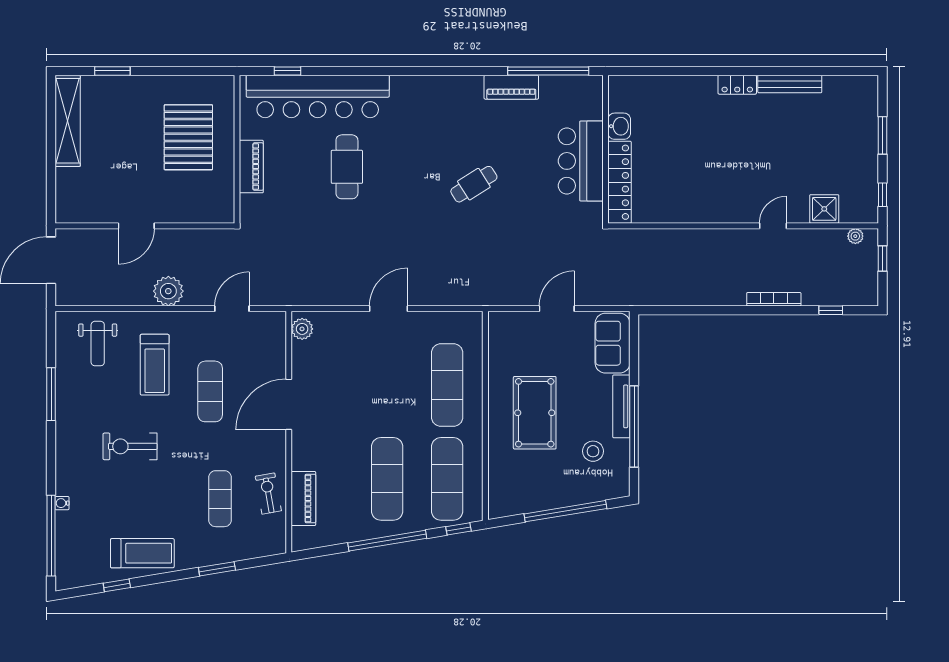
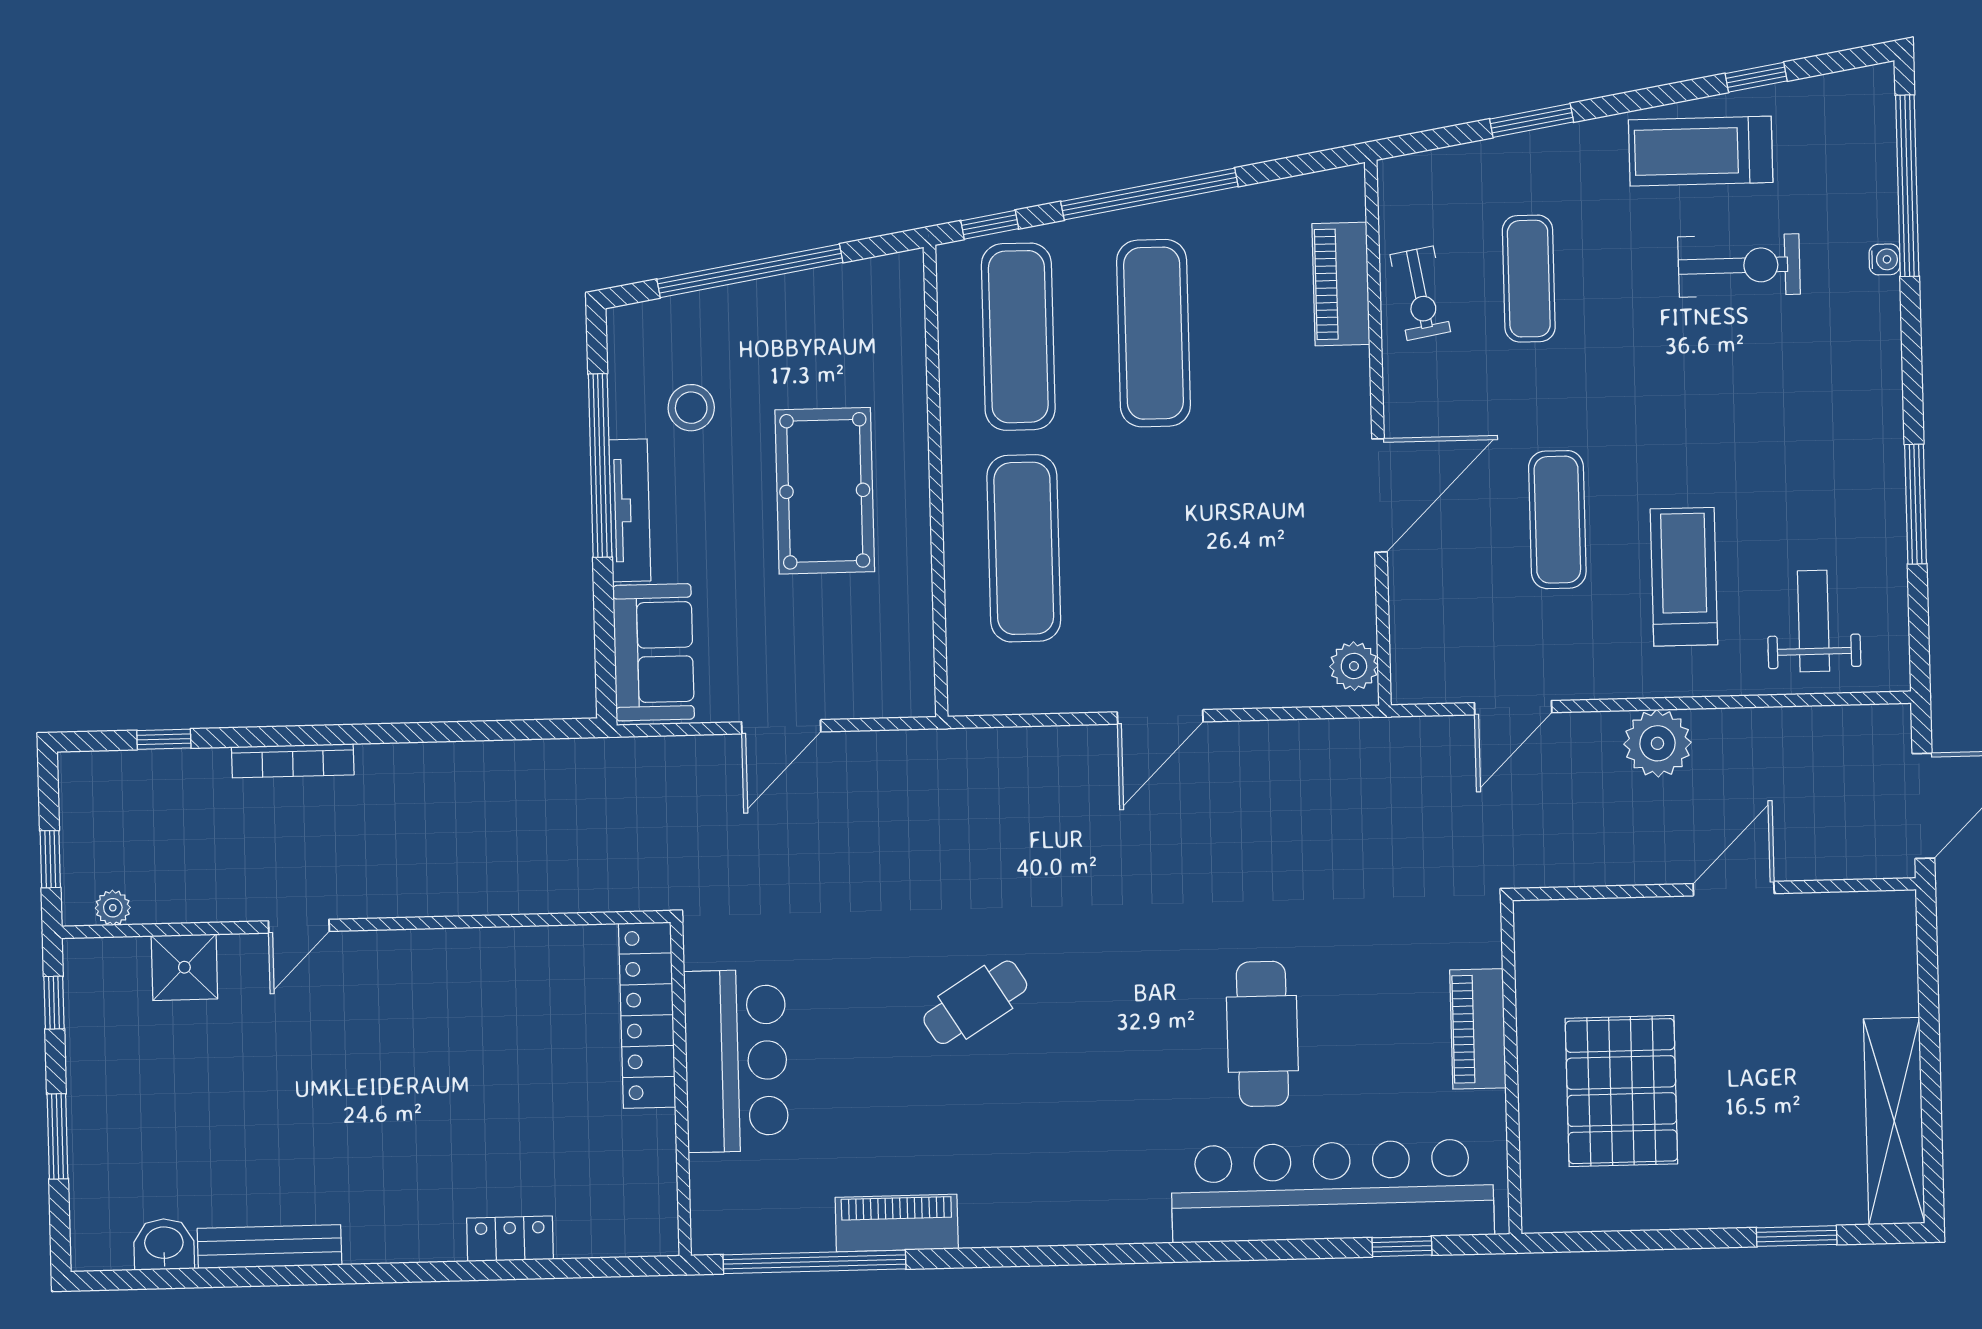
locker: (737, 85) -> (510, 1239), moved
washbasin: (619, 126) -> (164, 1244), moved, turned 90
exercise bike: (130, 446) -> (1739, 265), moved

